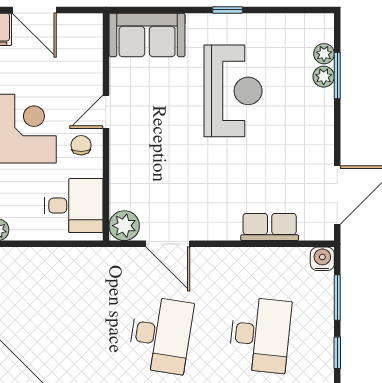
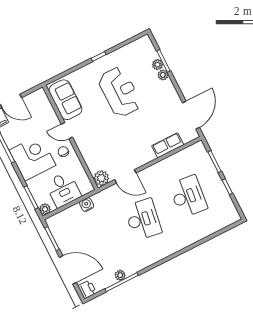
sofa: (147, 35) -> (65, 100), moved, turned -90
plant: (324, 54) -> (163, 75), moved
door: (106, 112) -> (67, 131), hinge flipped
desk: (74, 206) -> (63, 189), moved, turned 90
water cooler: (322, 259) -> (87, 205), moved

